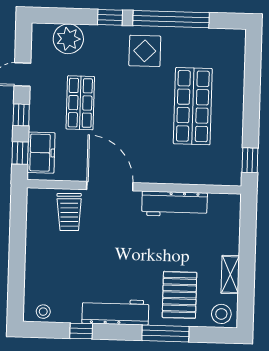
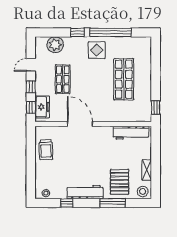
workbench: (174, 204) -> (131, 133), moved
trolley: (69, 212) -> (46, 150), moved

